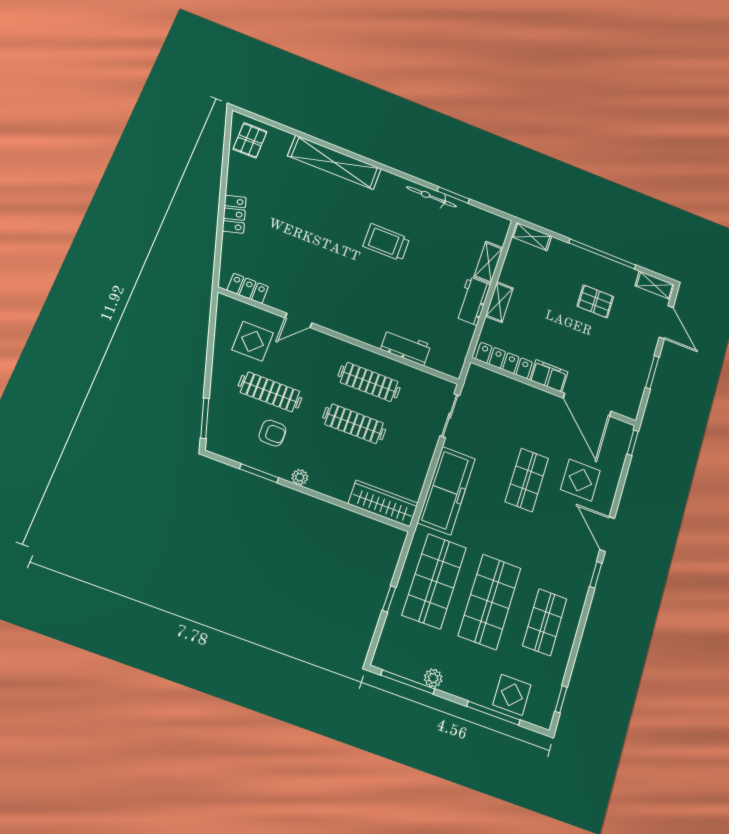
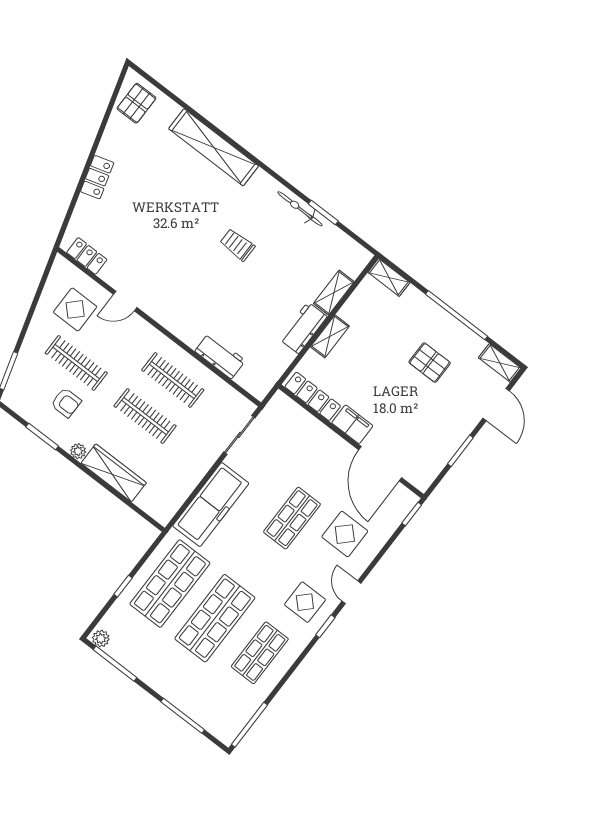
trolley: (386, 242) -> (237, 245), width x0.73, depth x0.72
wardrobe: (383, 503) -> (114, 473), moved
door: (607, 534) -> (351, 592), width x0.73
plant: (433, 678) -> (101, 639), moved
display table: (512, 695) -> (305, 602), moved
window: (561, 699) -> (249, 725), width x2.17

